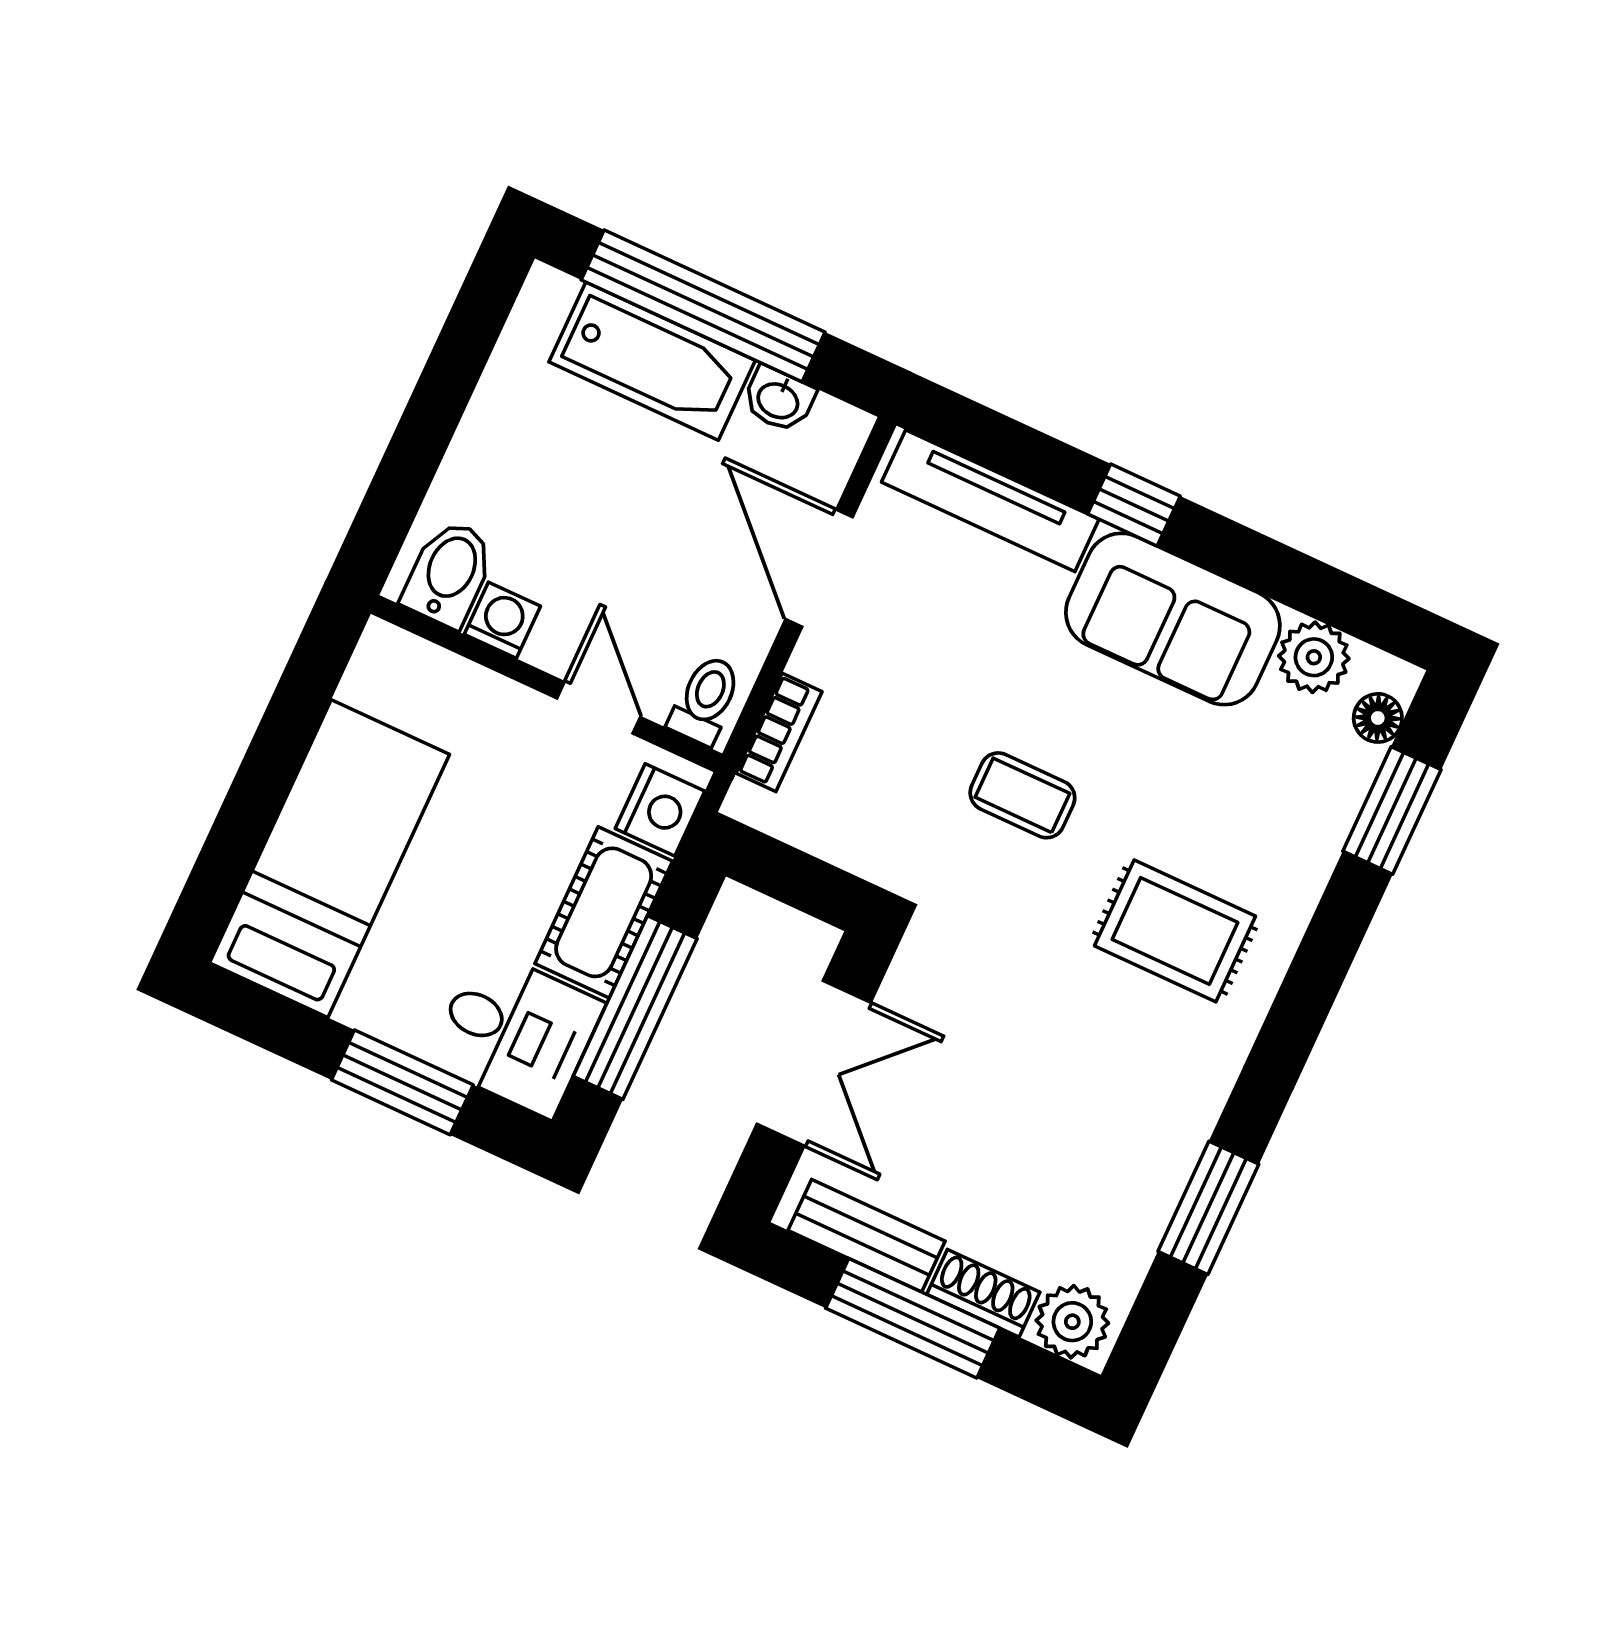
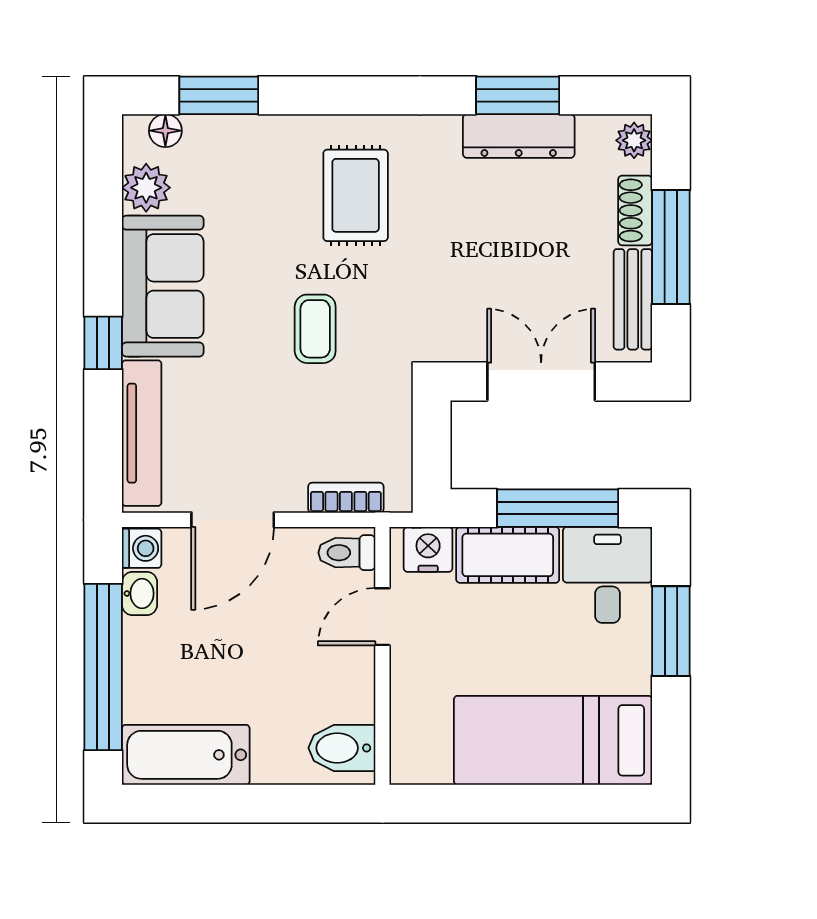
bathtub: (652, 361) -> (186, 755), moved, turned -90
washing machine: (502, 620) -> (142, 548), moved, turned 180
dresser: (1154, 1184) -> (519, 136), added
plant: (1072, 1322) -> (634, 140), width x0.73, depth x0.73

